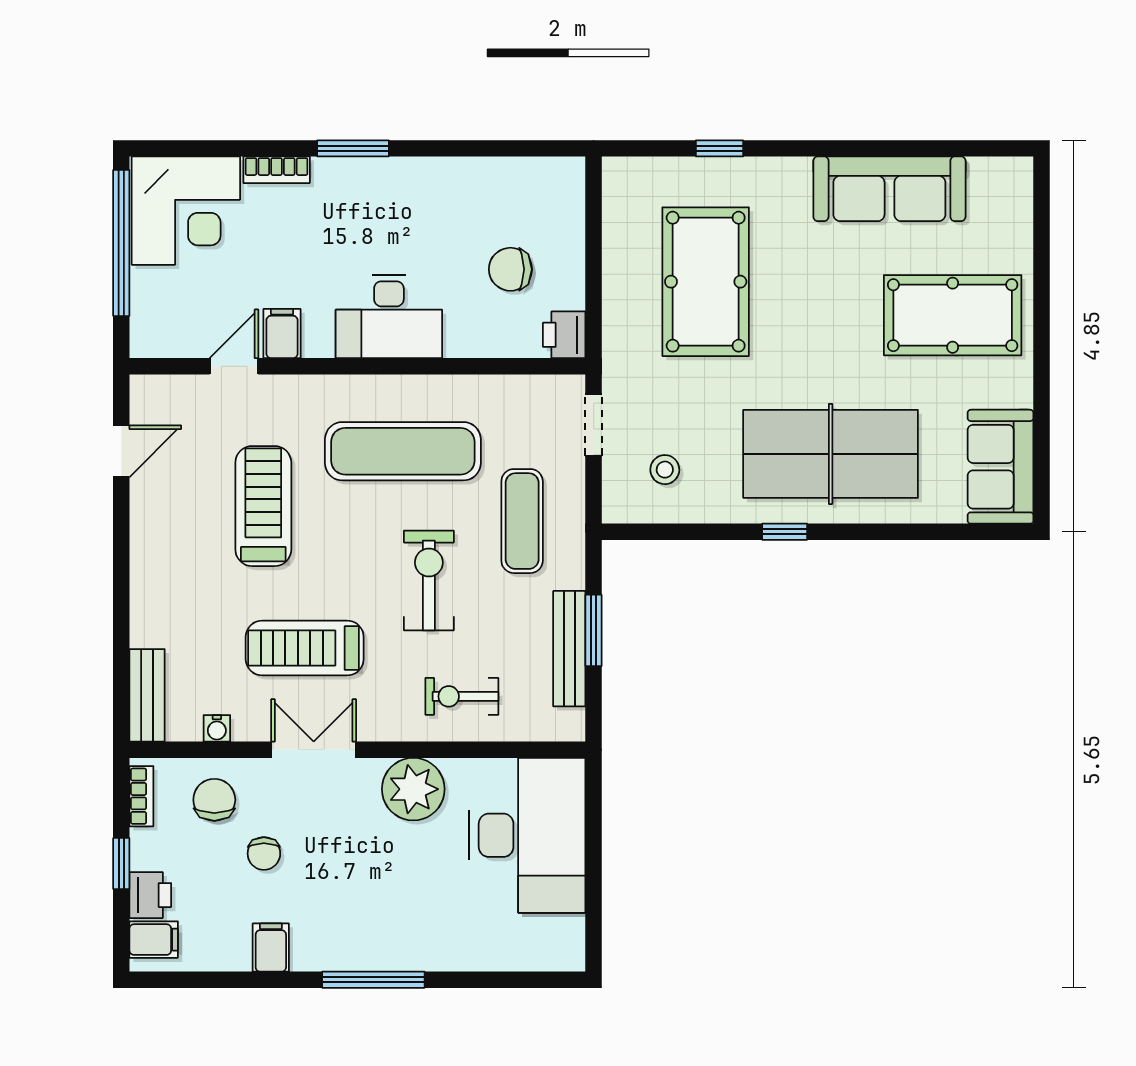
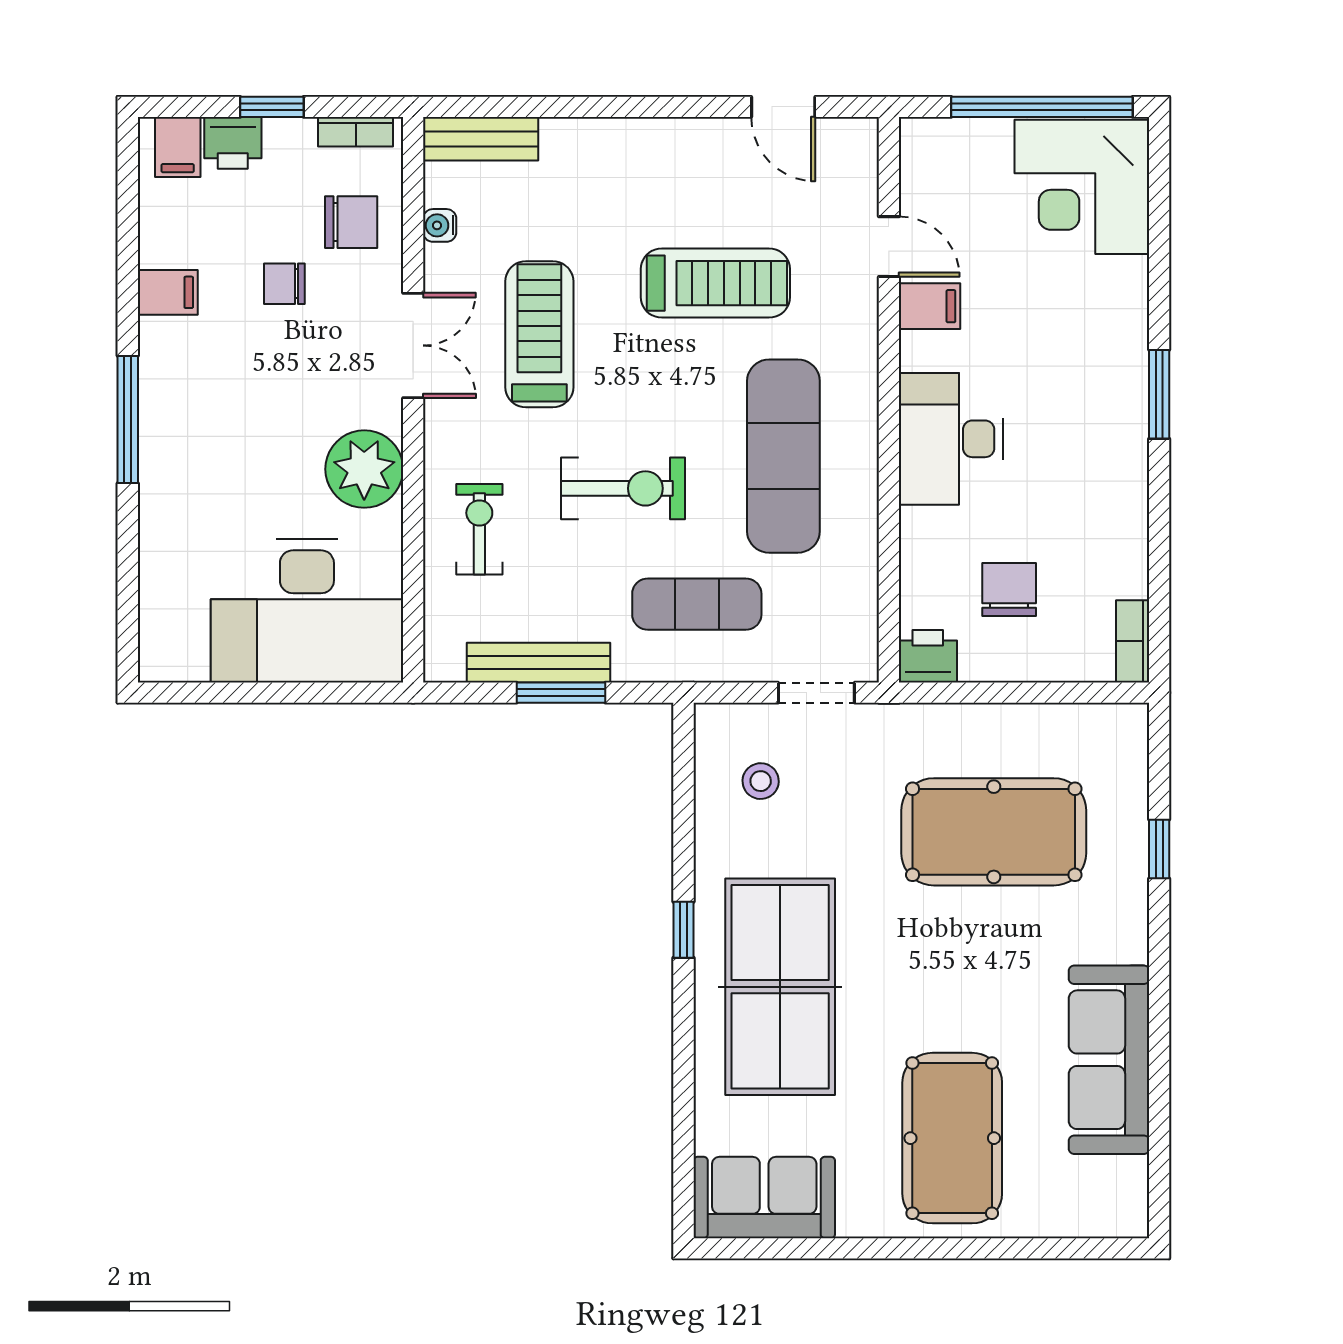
bookcase: (277, 170) -> (1133, 641), moved

